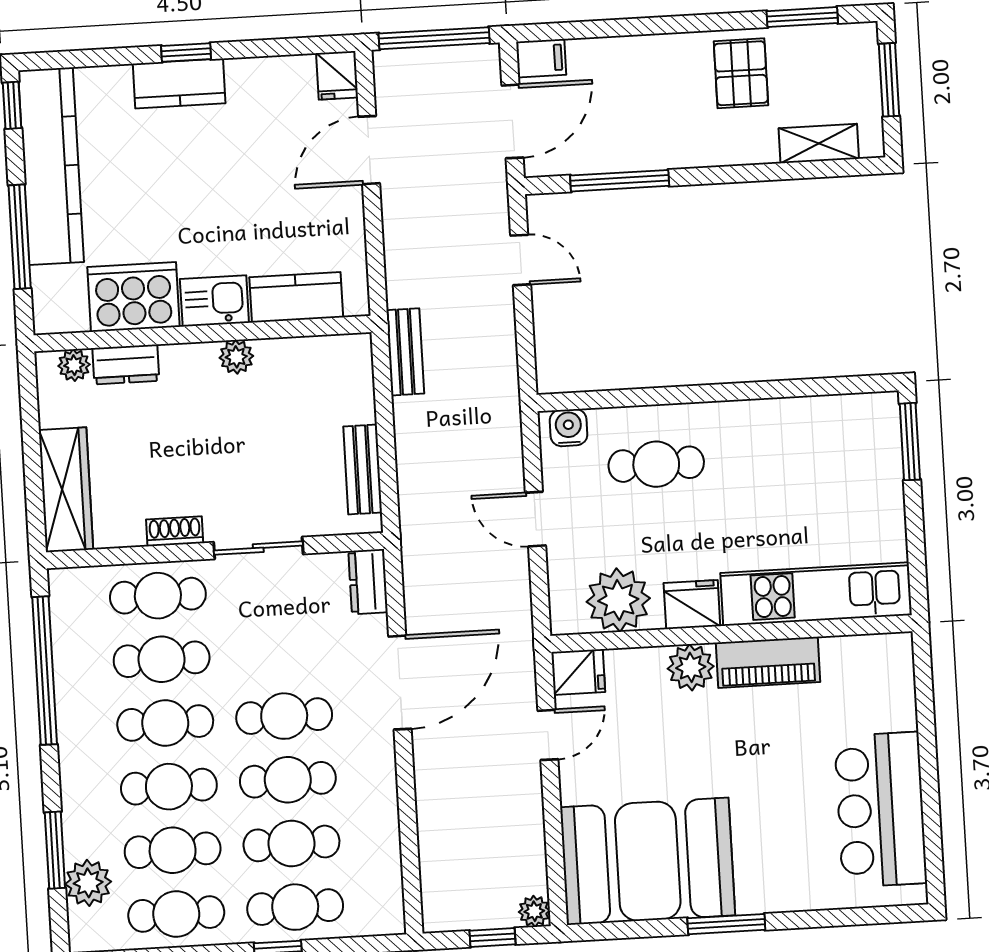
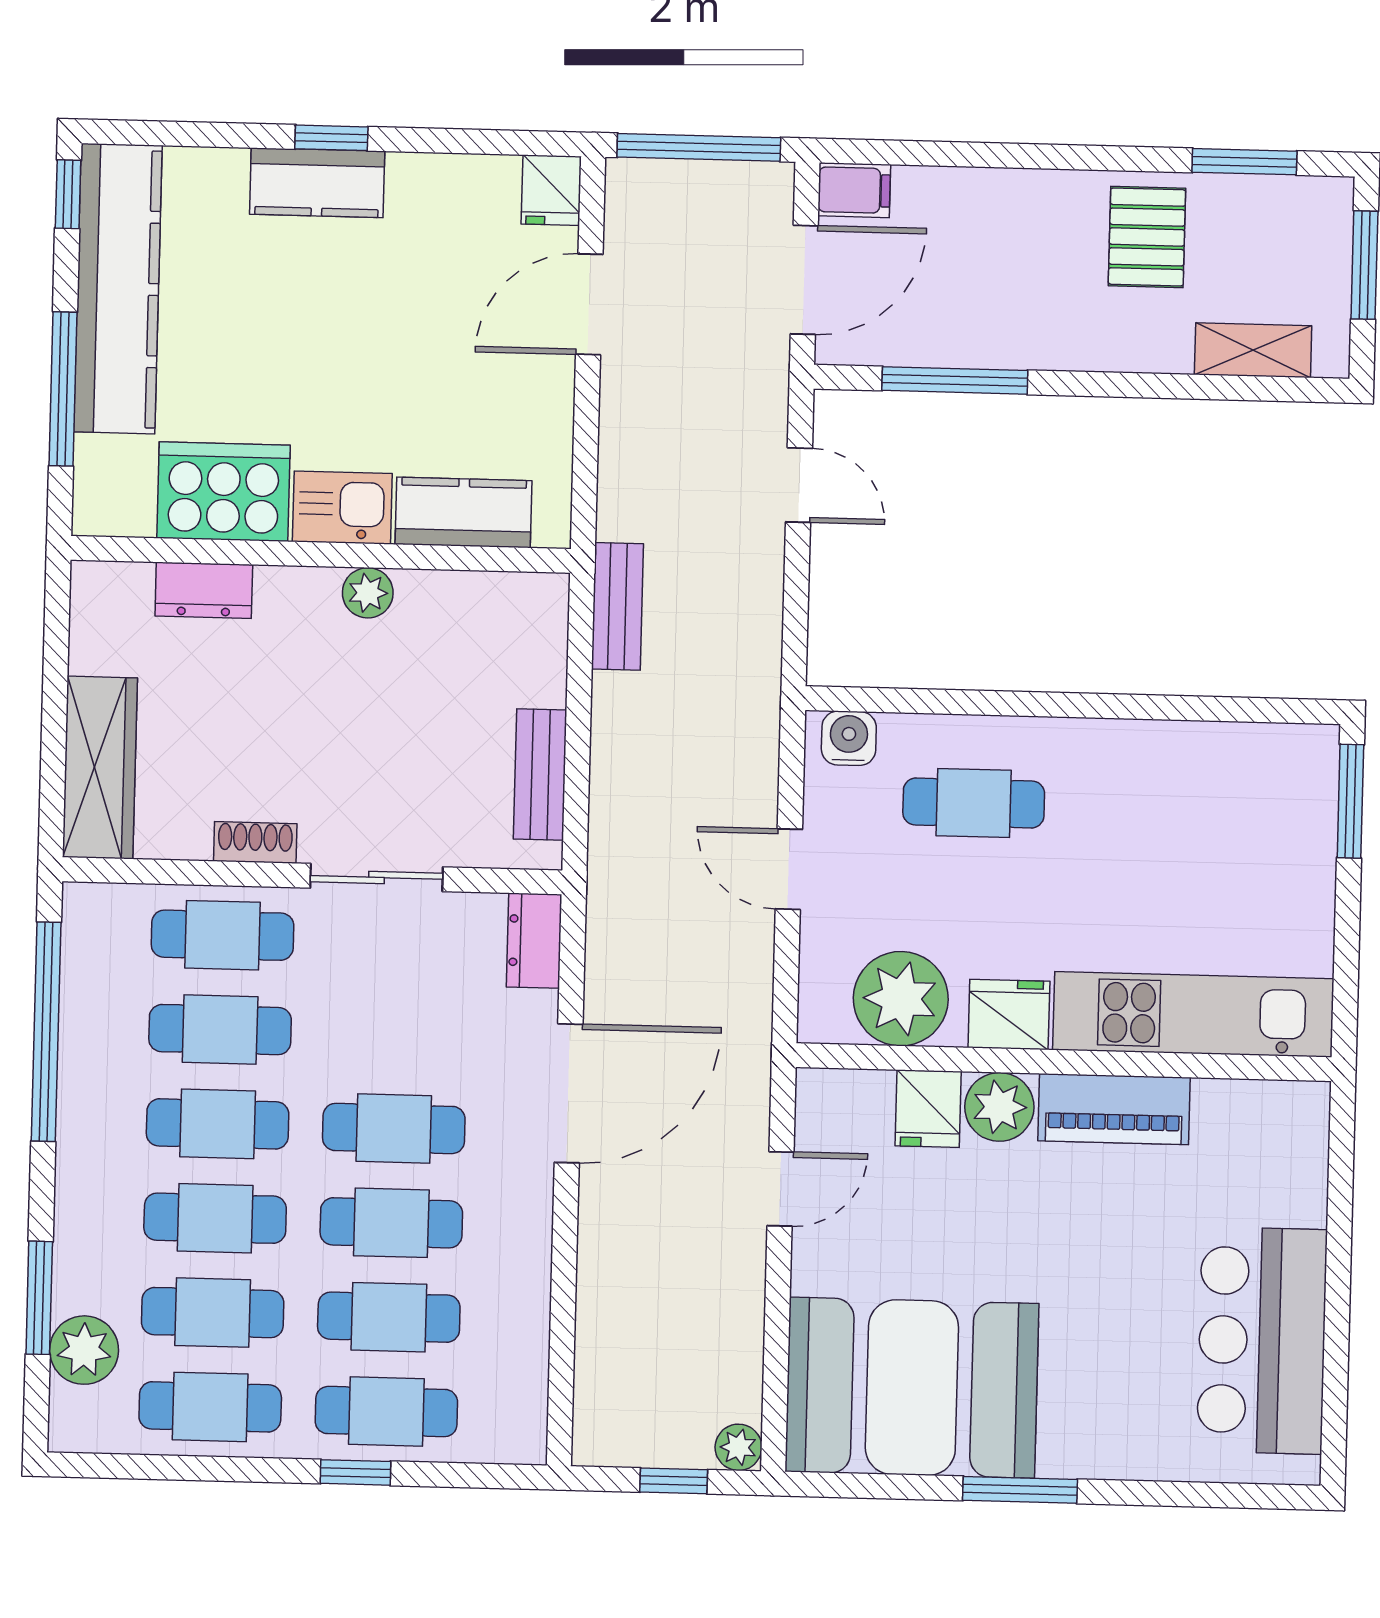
plant: (74, 365) -> (127, 585), removed
fridge: (578, 672) -> (928, 1109), moved, turned 90

